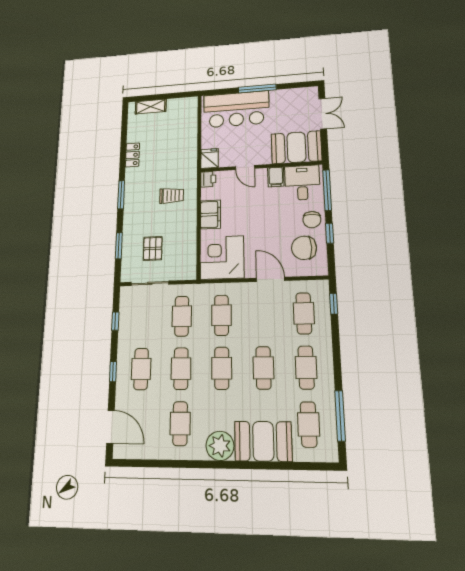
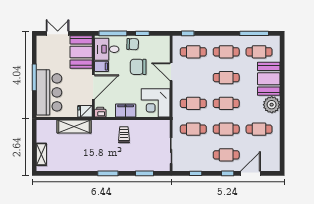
shelving: (188, 145) -> (74, 126), added
locker: (132, 155) -> (78, 166), removed
door: (245, 168) -> (93, 87), width x1.88
trolley: (172, 196) -> (124, 135), moved
pallet: (153, 248) -> (147, 150), removed
chair: (304, 248) -> (138, 67), moved, turned 90
door: (270, 279) -> (171, 72), hinge flipped
door: (110, 427) -> (250, 173), moved

